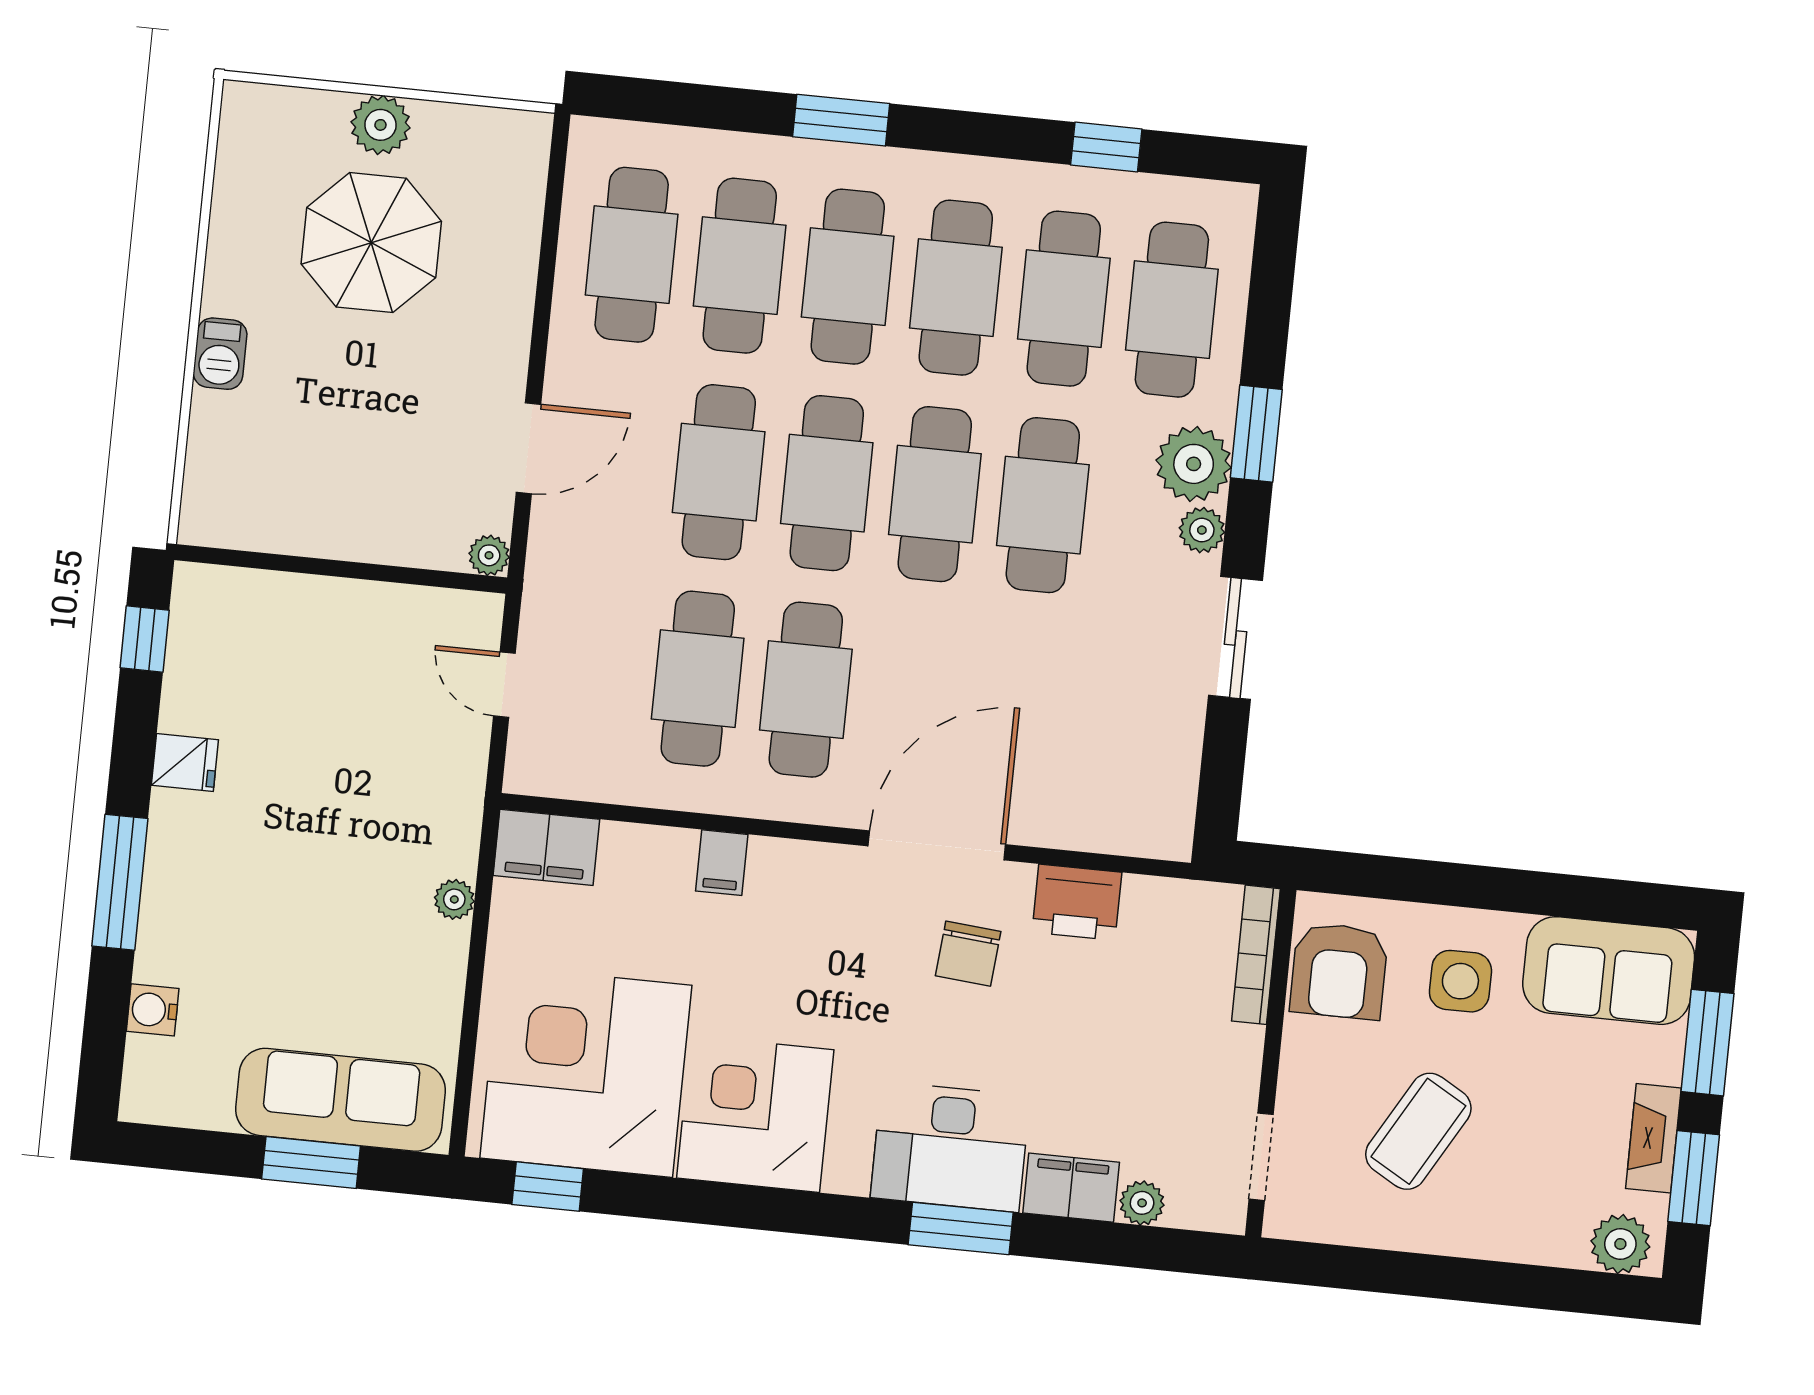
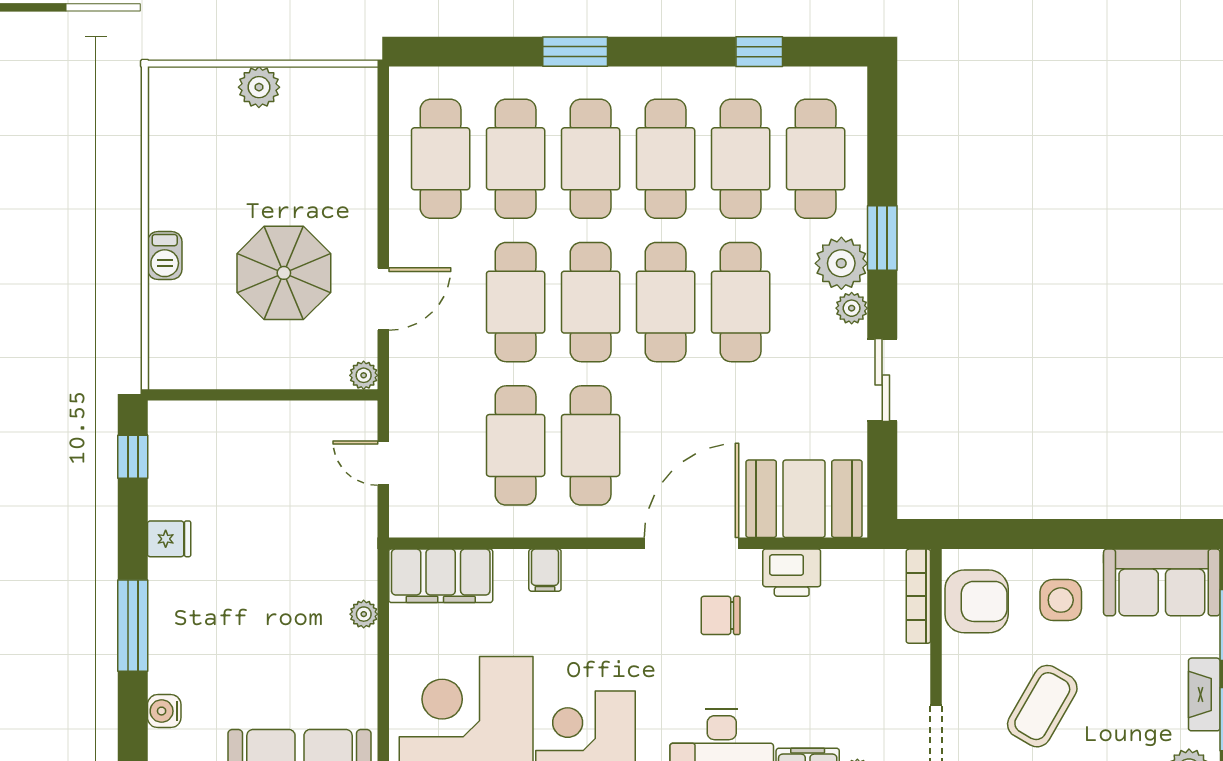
parasol: (371, 243) -> (284, 273), moved
booth: (1105, 798) -> (804, 499), added
filing cabinet: (546, 847) -> (441, 576), width x1.50, depth x1.17
chair: (968, 954) -> (721, 615), turned 85
armchair: (1339, 971) -> (977, 601), turned -90

